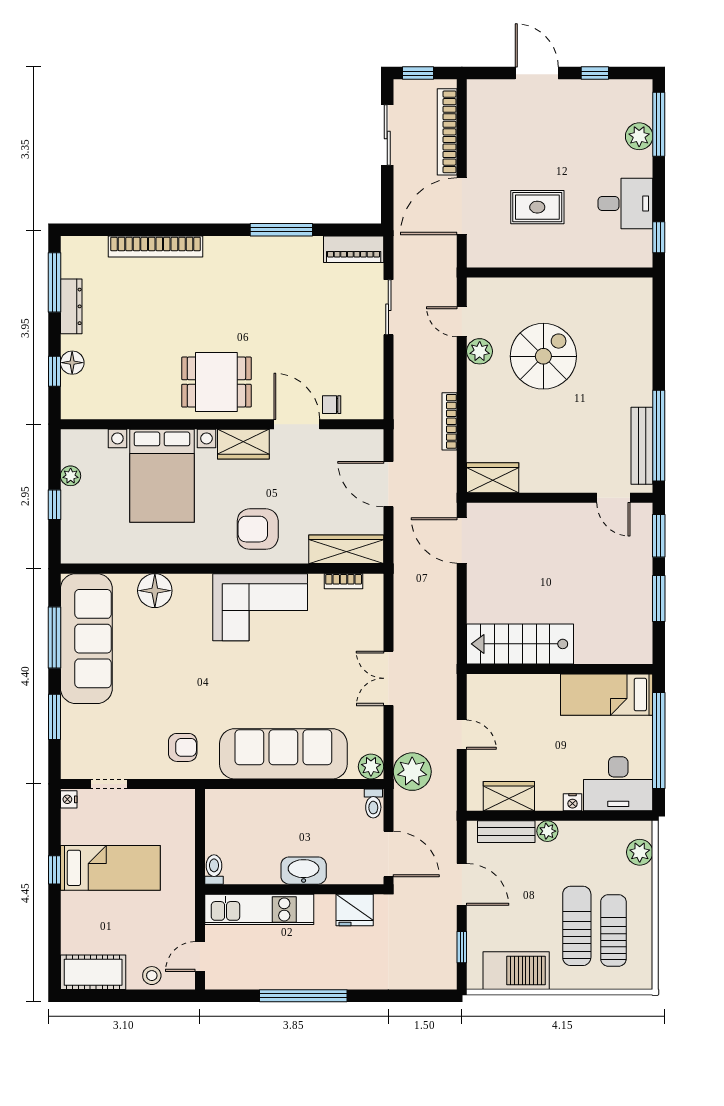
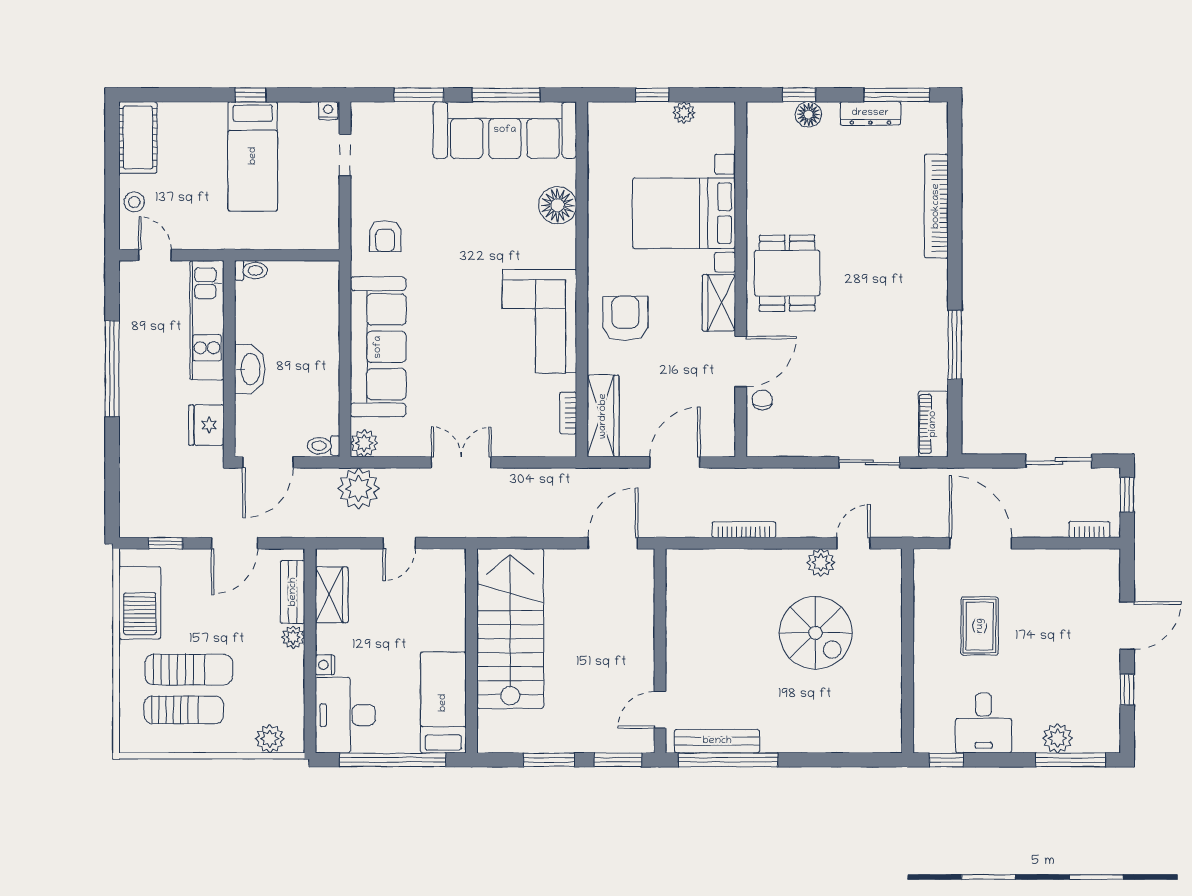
bookcase: (447, 132) -> (1089, 529), width x0.43, depth x0.76
wardrobe: (493, 478) -> (682, 577), removed
stairs: (520, 644) -> (510, 628), width x1.36, depth x1.51

